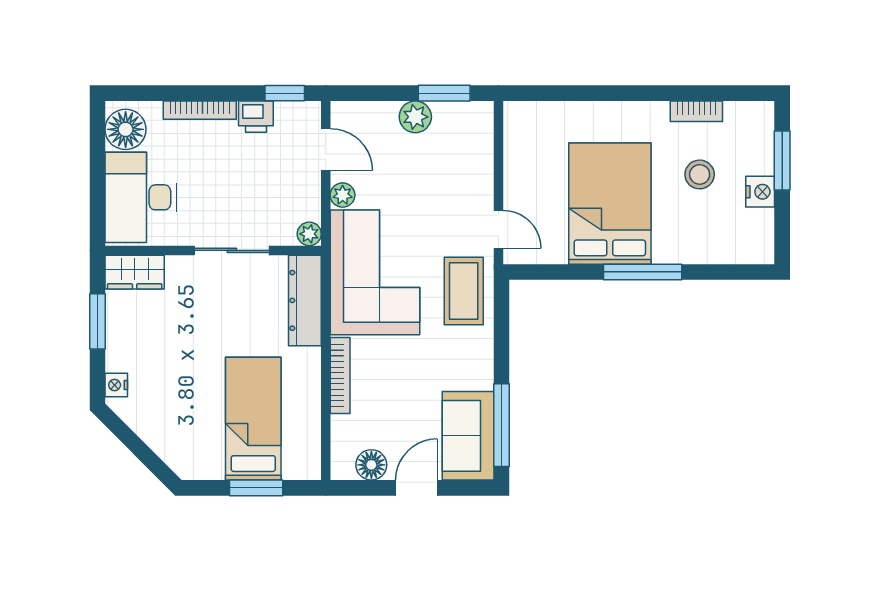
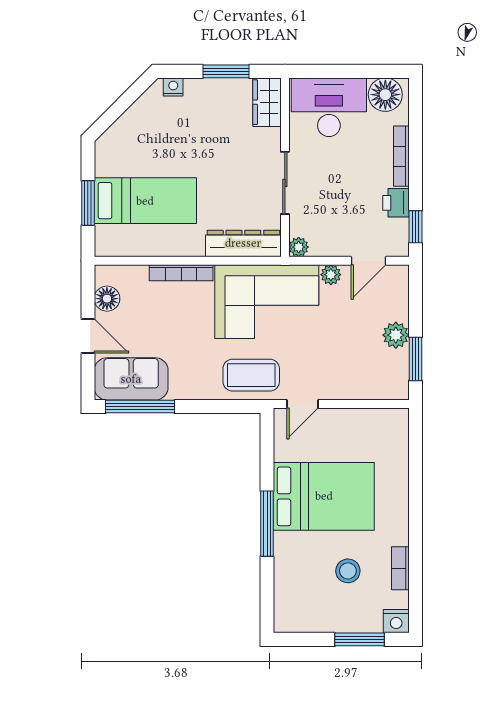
nightstand: (760, 192) -> (396, 621), moved

